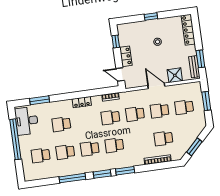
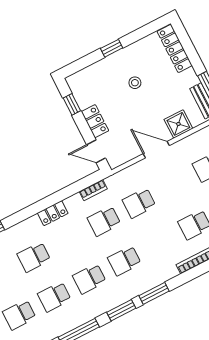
school desk: (160, 111) -> (174, 185), removed

